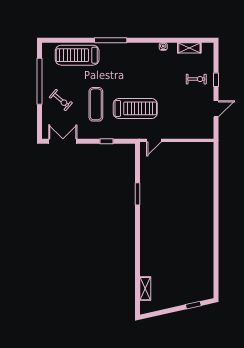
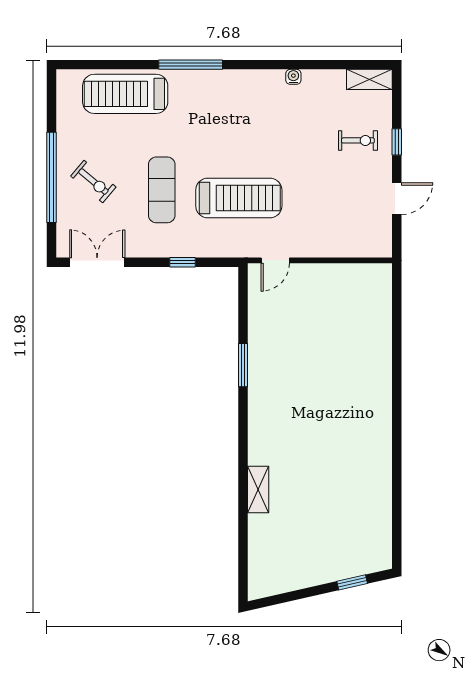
shelving: (189, 48) -> (369, 79), moved
window: (39, 81) -> (52, 177), moved
shelving: (145, 289) -> (258, 489), moved

